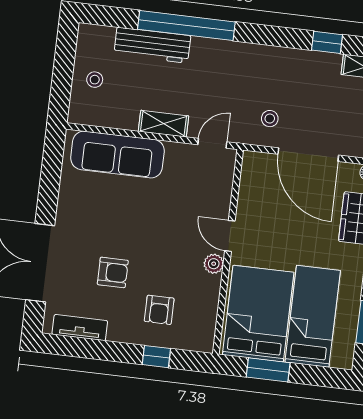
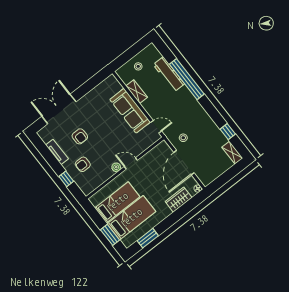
shelving: (163, 124) -> (137, 92), moved
sofa: (117, 154) -> (130, 111), moved
door: (230, 236) -> (131, 163), hinge flipped
bed: (258, 314) -> (117, 202), width x0.67
tv unit: (80, 328) -> (57, 152), moved
window: (268, 370) -> (110, 235), moved

